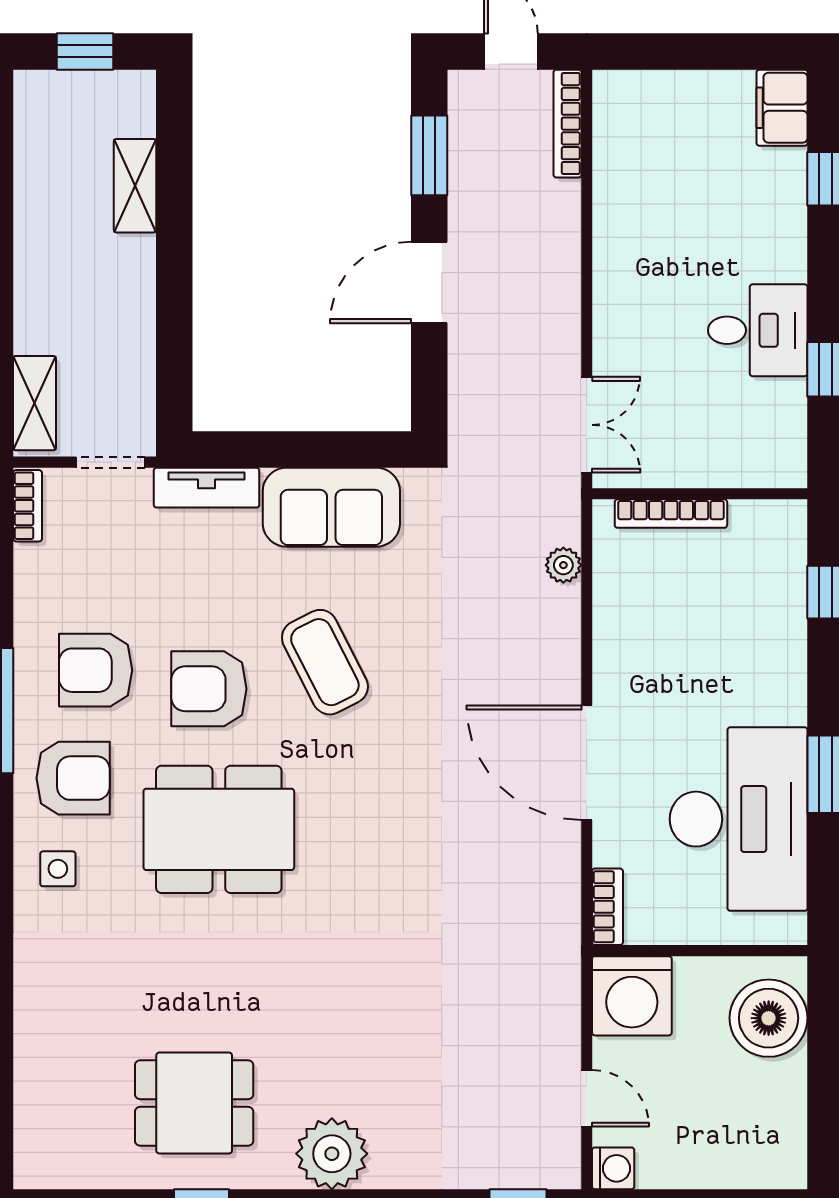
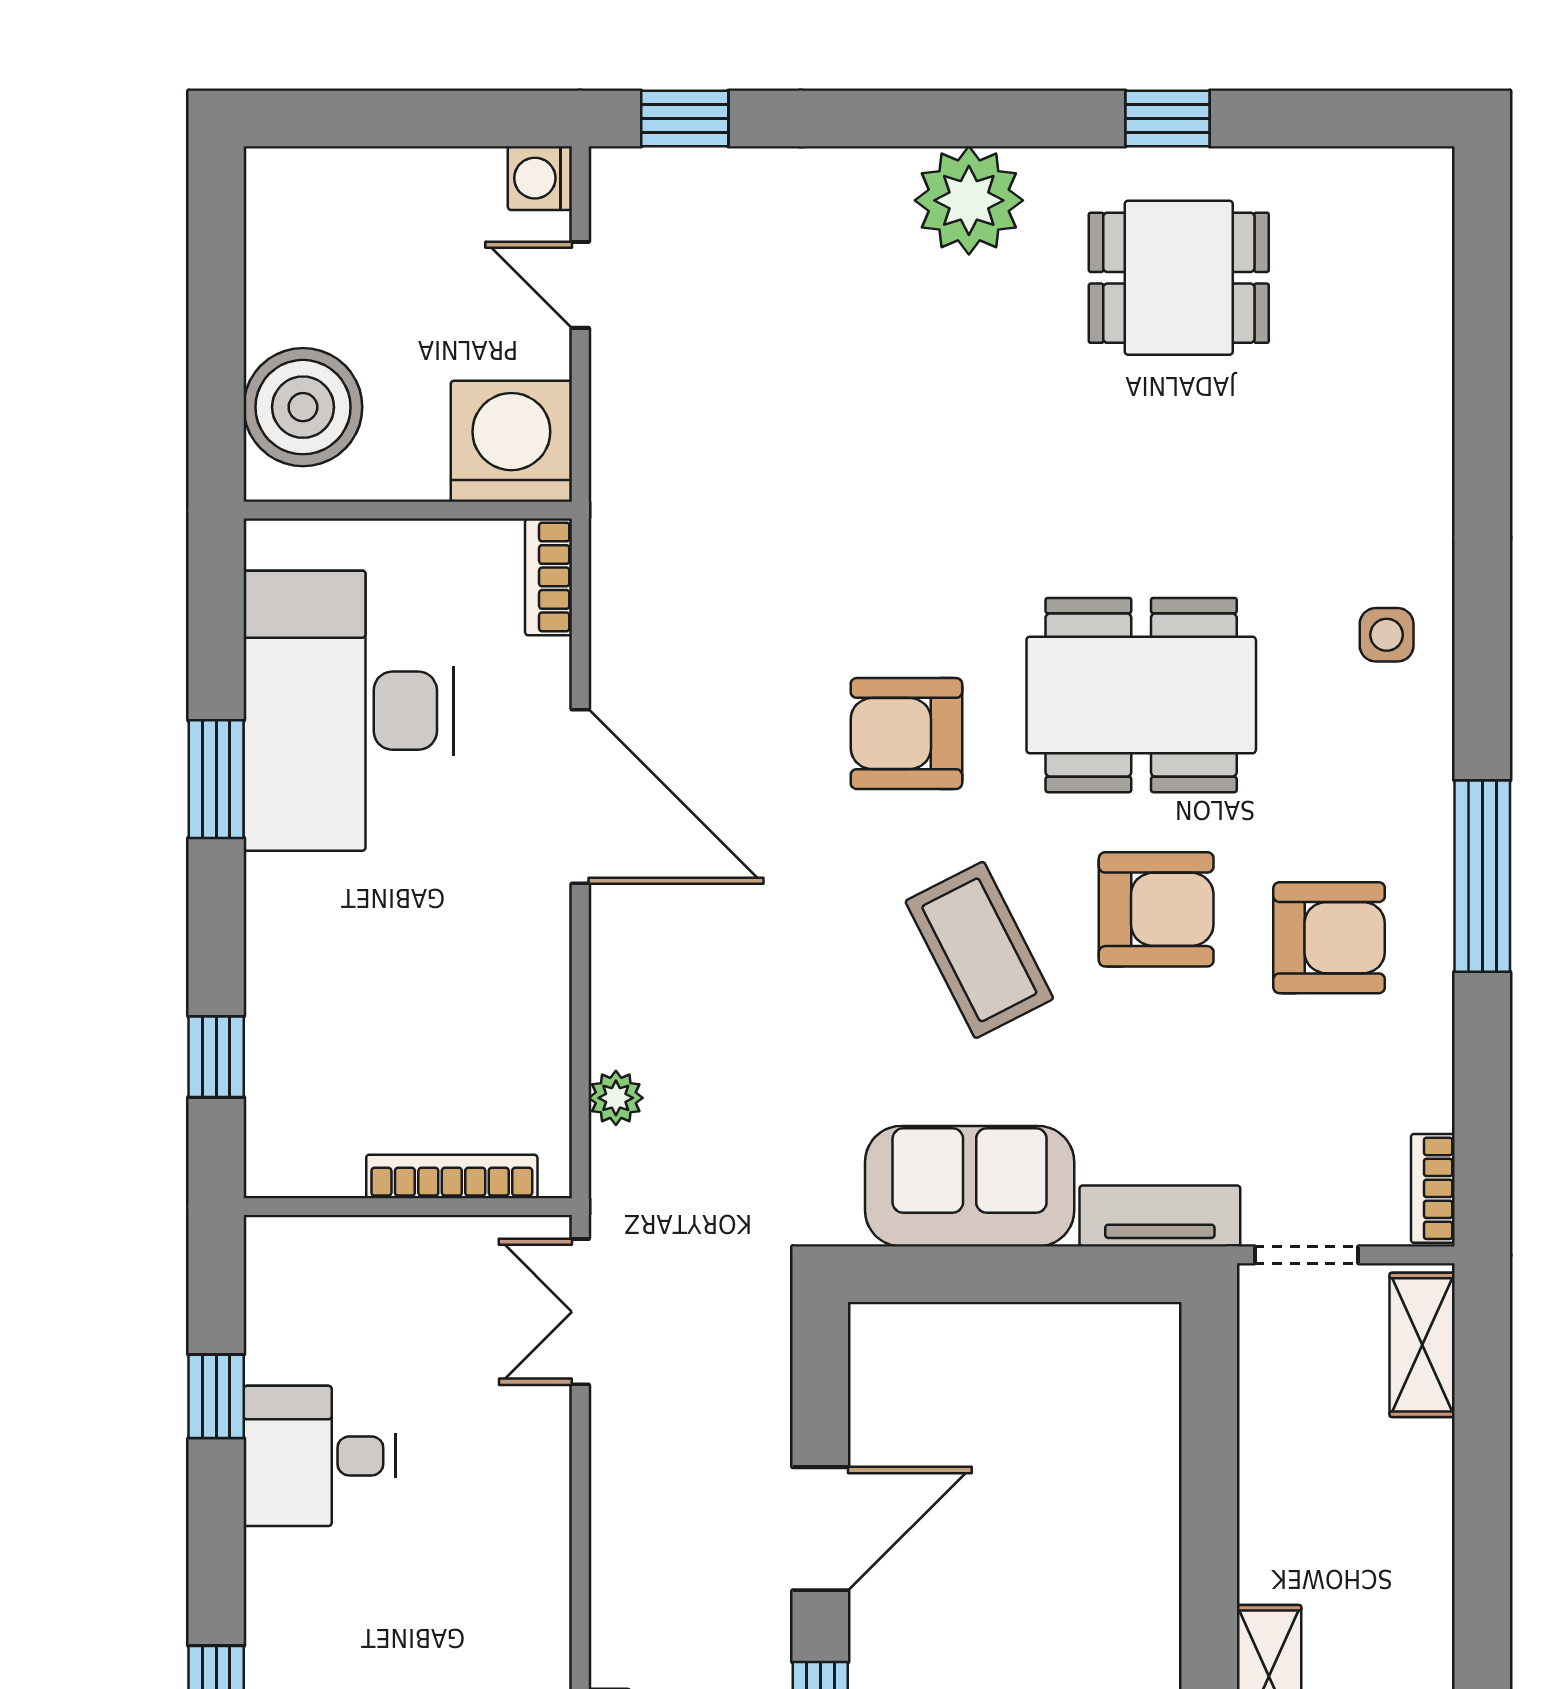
armchair: (73, 778) -> (906, 734), moved

